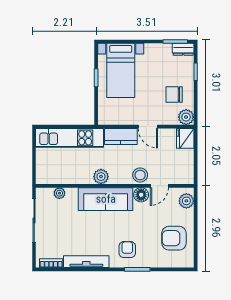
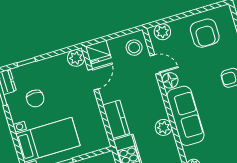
chair: (174, 94) -> (35, 98), moved
door: (148, 127) -> (93, 79), moved
stool: (140, 175) -> (134, 48), moved

